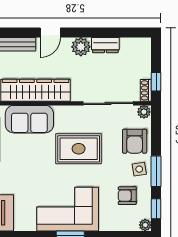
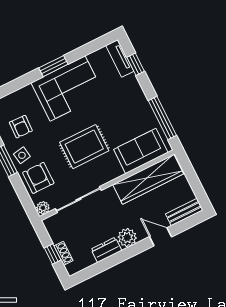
door: (50, 32) -> (161, 237), hinge flipped
window: (156, 82) -> (53, 254), moved
shoe rack: (146, 90) -> (63, 253), moved
armchair: (127, 196) -> (21, 127), turned 92

